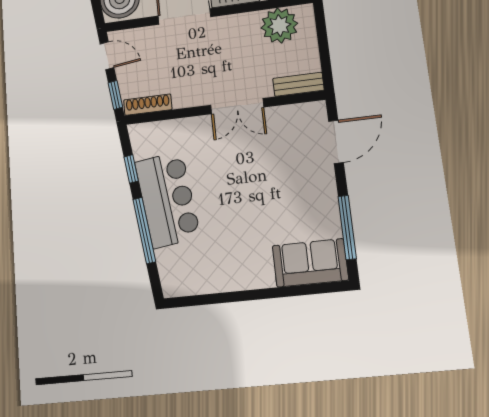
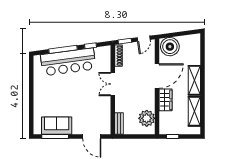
double door: (237, 106) -> (113, 84), moved
bar counter: (167, 199) -> (68, 62), width x1.36
sofa: (310, 263) -> (57, 126), moved, turned -90

